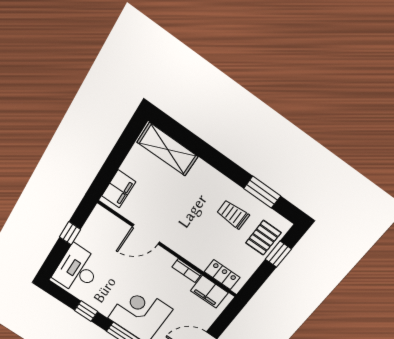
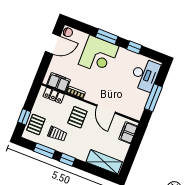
window: (228, 168) -> (67, 160), added
window: (70, 233) -> (153, 98), width x2.17
pallet: (194, 233) -> (77, 117), added
door: (146, 234) -> (106, 109), swing flipped

